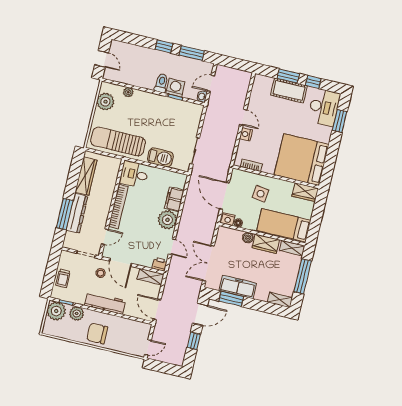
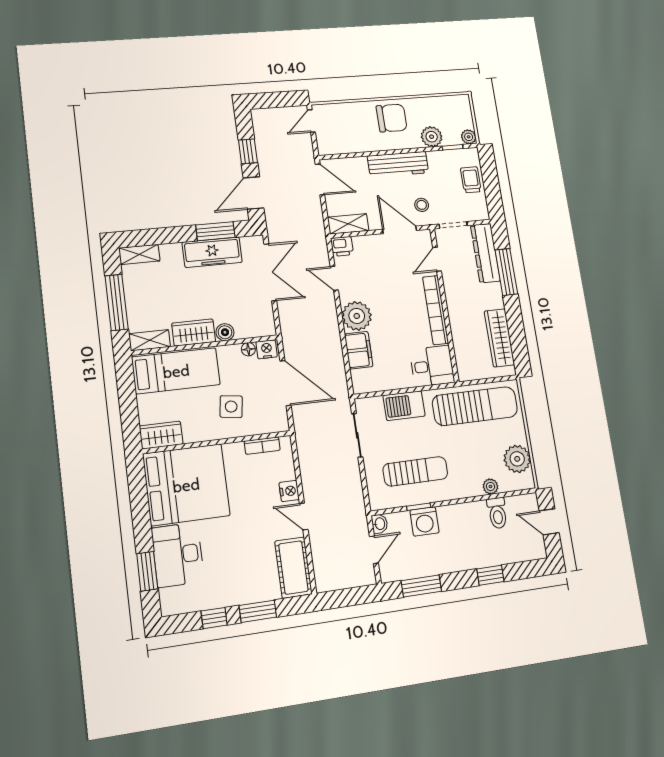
window: (164, 46) -> (490, 575), moved
toilet: (161, 83) -> (497, 513), moved
cot: (289, 90) -> (293, 568), moved, turned 90
desk: (324, 107) -> (178, 555), moved
sun lounger: (169, 118) -> (415, 471), added
dresser: (77, 213) -> (485, 253), moved
plant: (56, 311) -> (469, 137), width x0.53, depth x0.53

